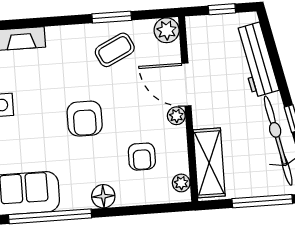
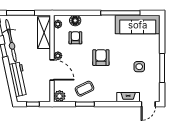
floor lamp: (103, 196) -> (75, 21), moved

